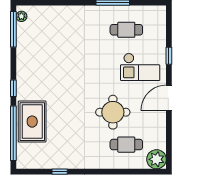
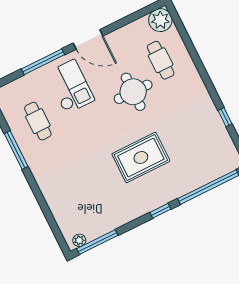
window: (169, 56) -> (43, 62), width x2.17
rug: (32, 122) -> (141, 157), moved

